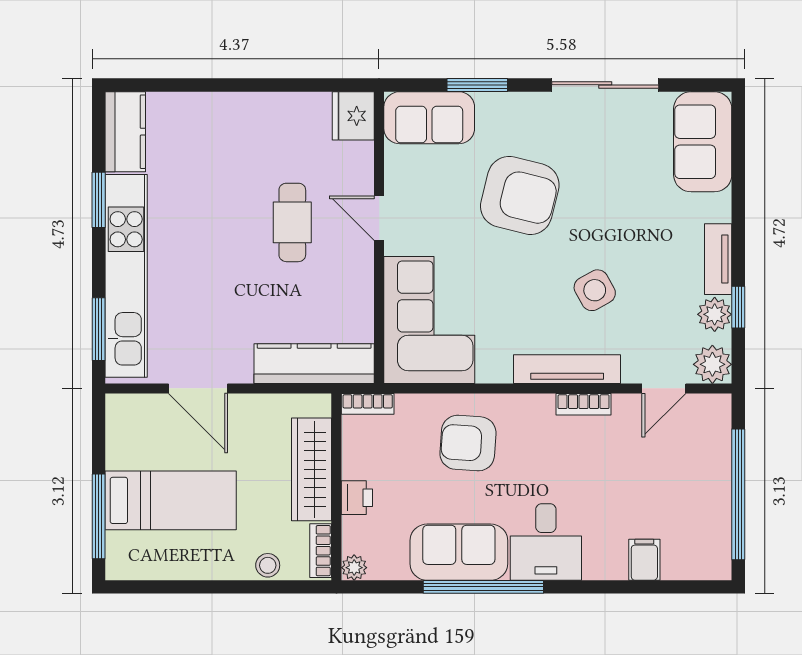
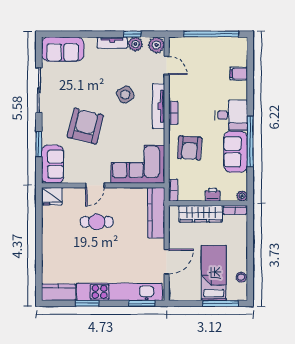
bookcase: (584, 404) -> (173, 113), moved
stool: (268, 565) -> (241, 277), moved

